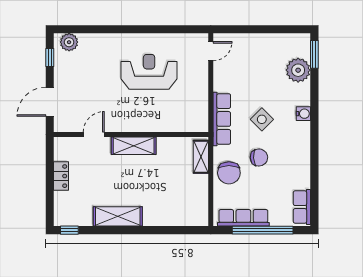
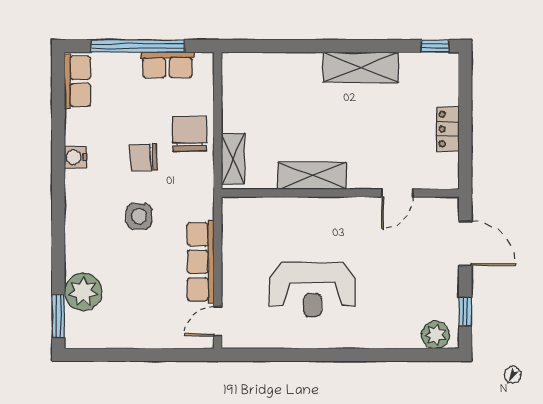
door: (50, 102) -> (465, 243), hinge flipped
water cooler: (303, 114) -> (75, 157), moved
row of seats: (222, 119) -> (201, 262), moved
side table: (262, 119) -> (139, 216), turned 45
shelving: (134, 146) -> (312, 176), moved
row of seats: (243, 218) -> (167, 65), width x0.68

